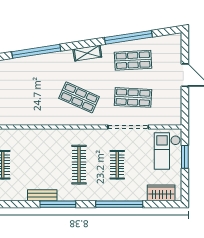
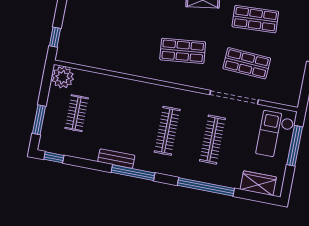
shop shelf: (79, 97) -> (183, 51), turned -30
window: (185, 157) -> (295, 146), width x1.44
clothes rail: (117, 165) -> (212, 140), width x1.36

